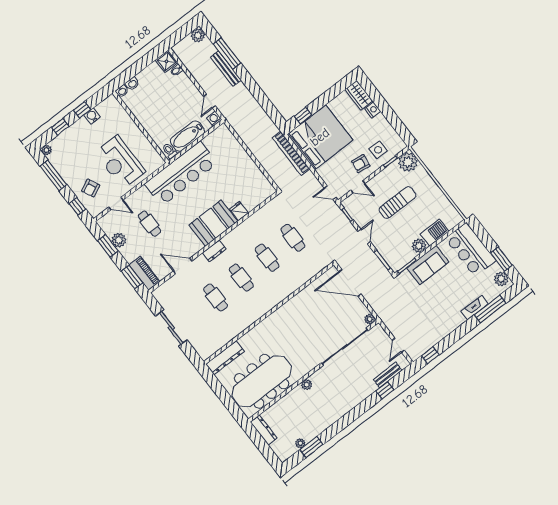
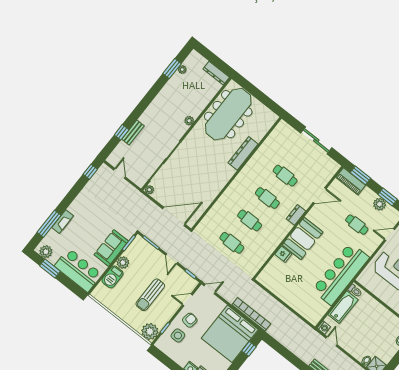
dresser: (225, 358) -> (243, 153), moved
bench: (388, 375) -> (133, 132), moved

